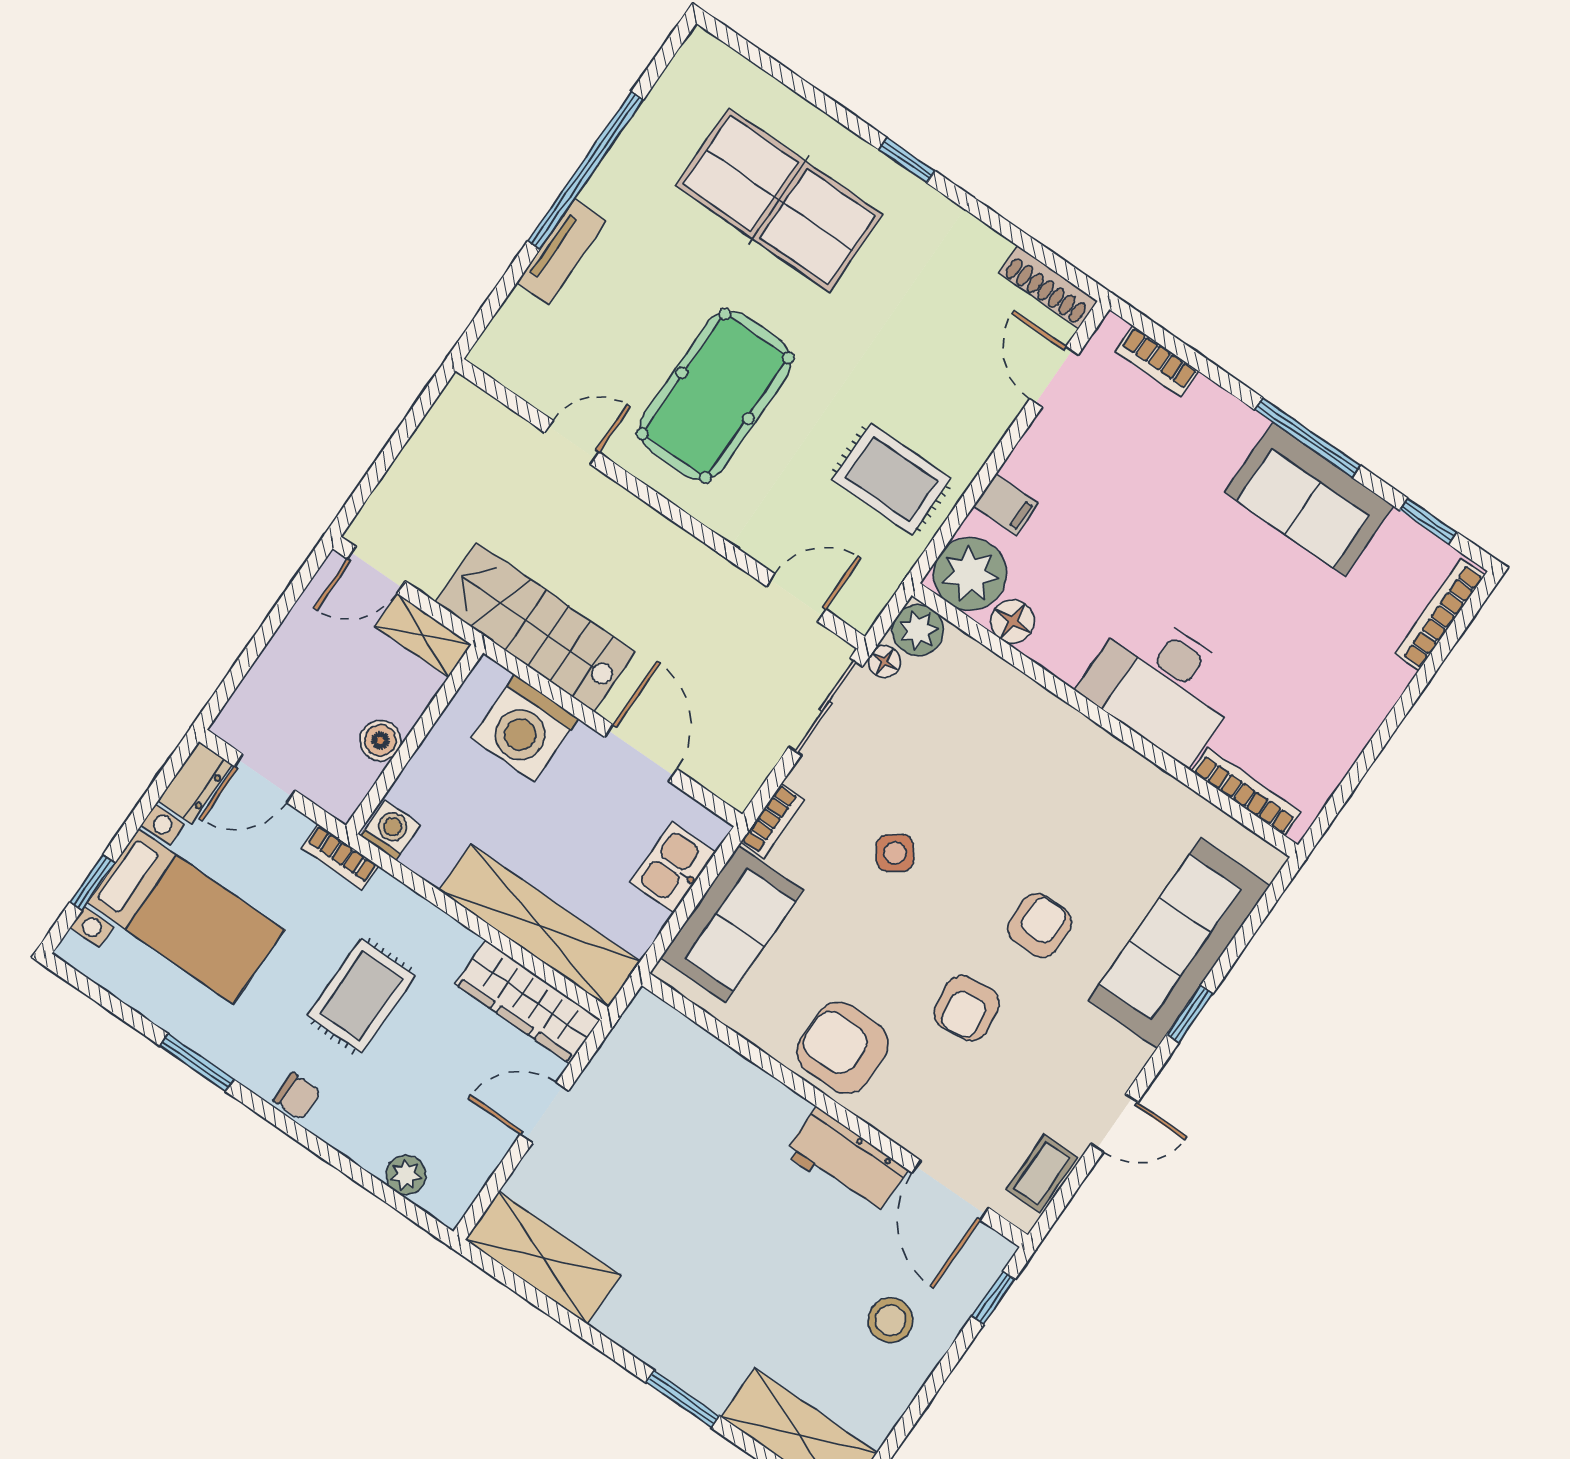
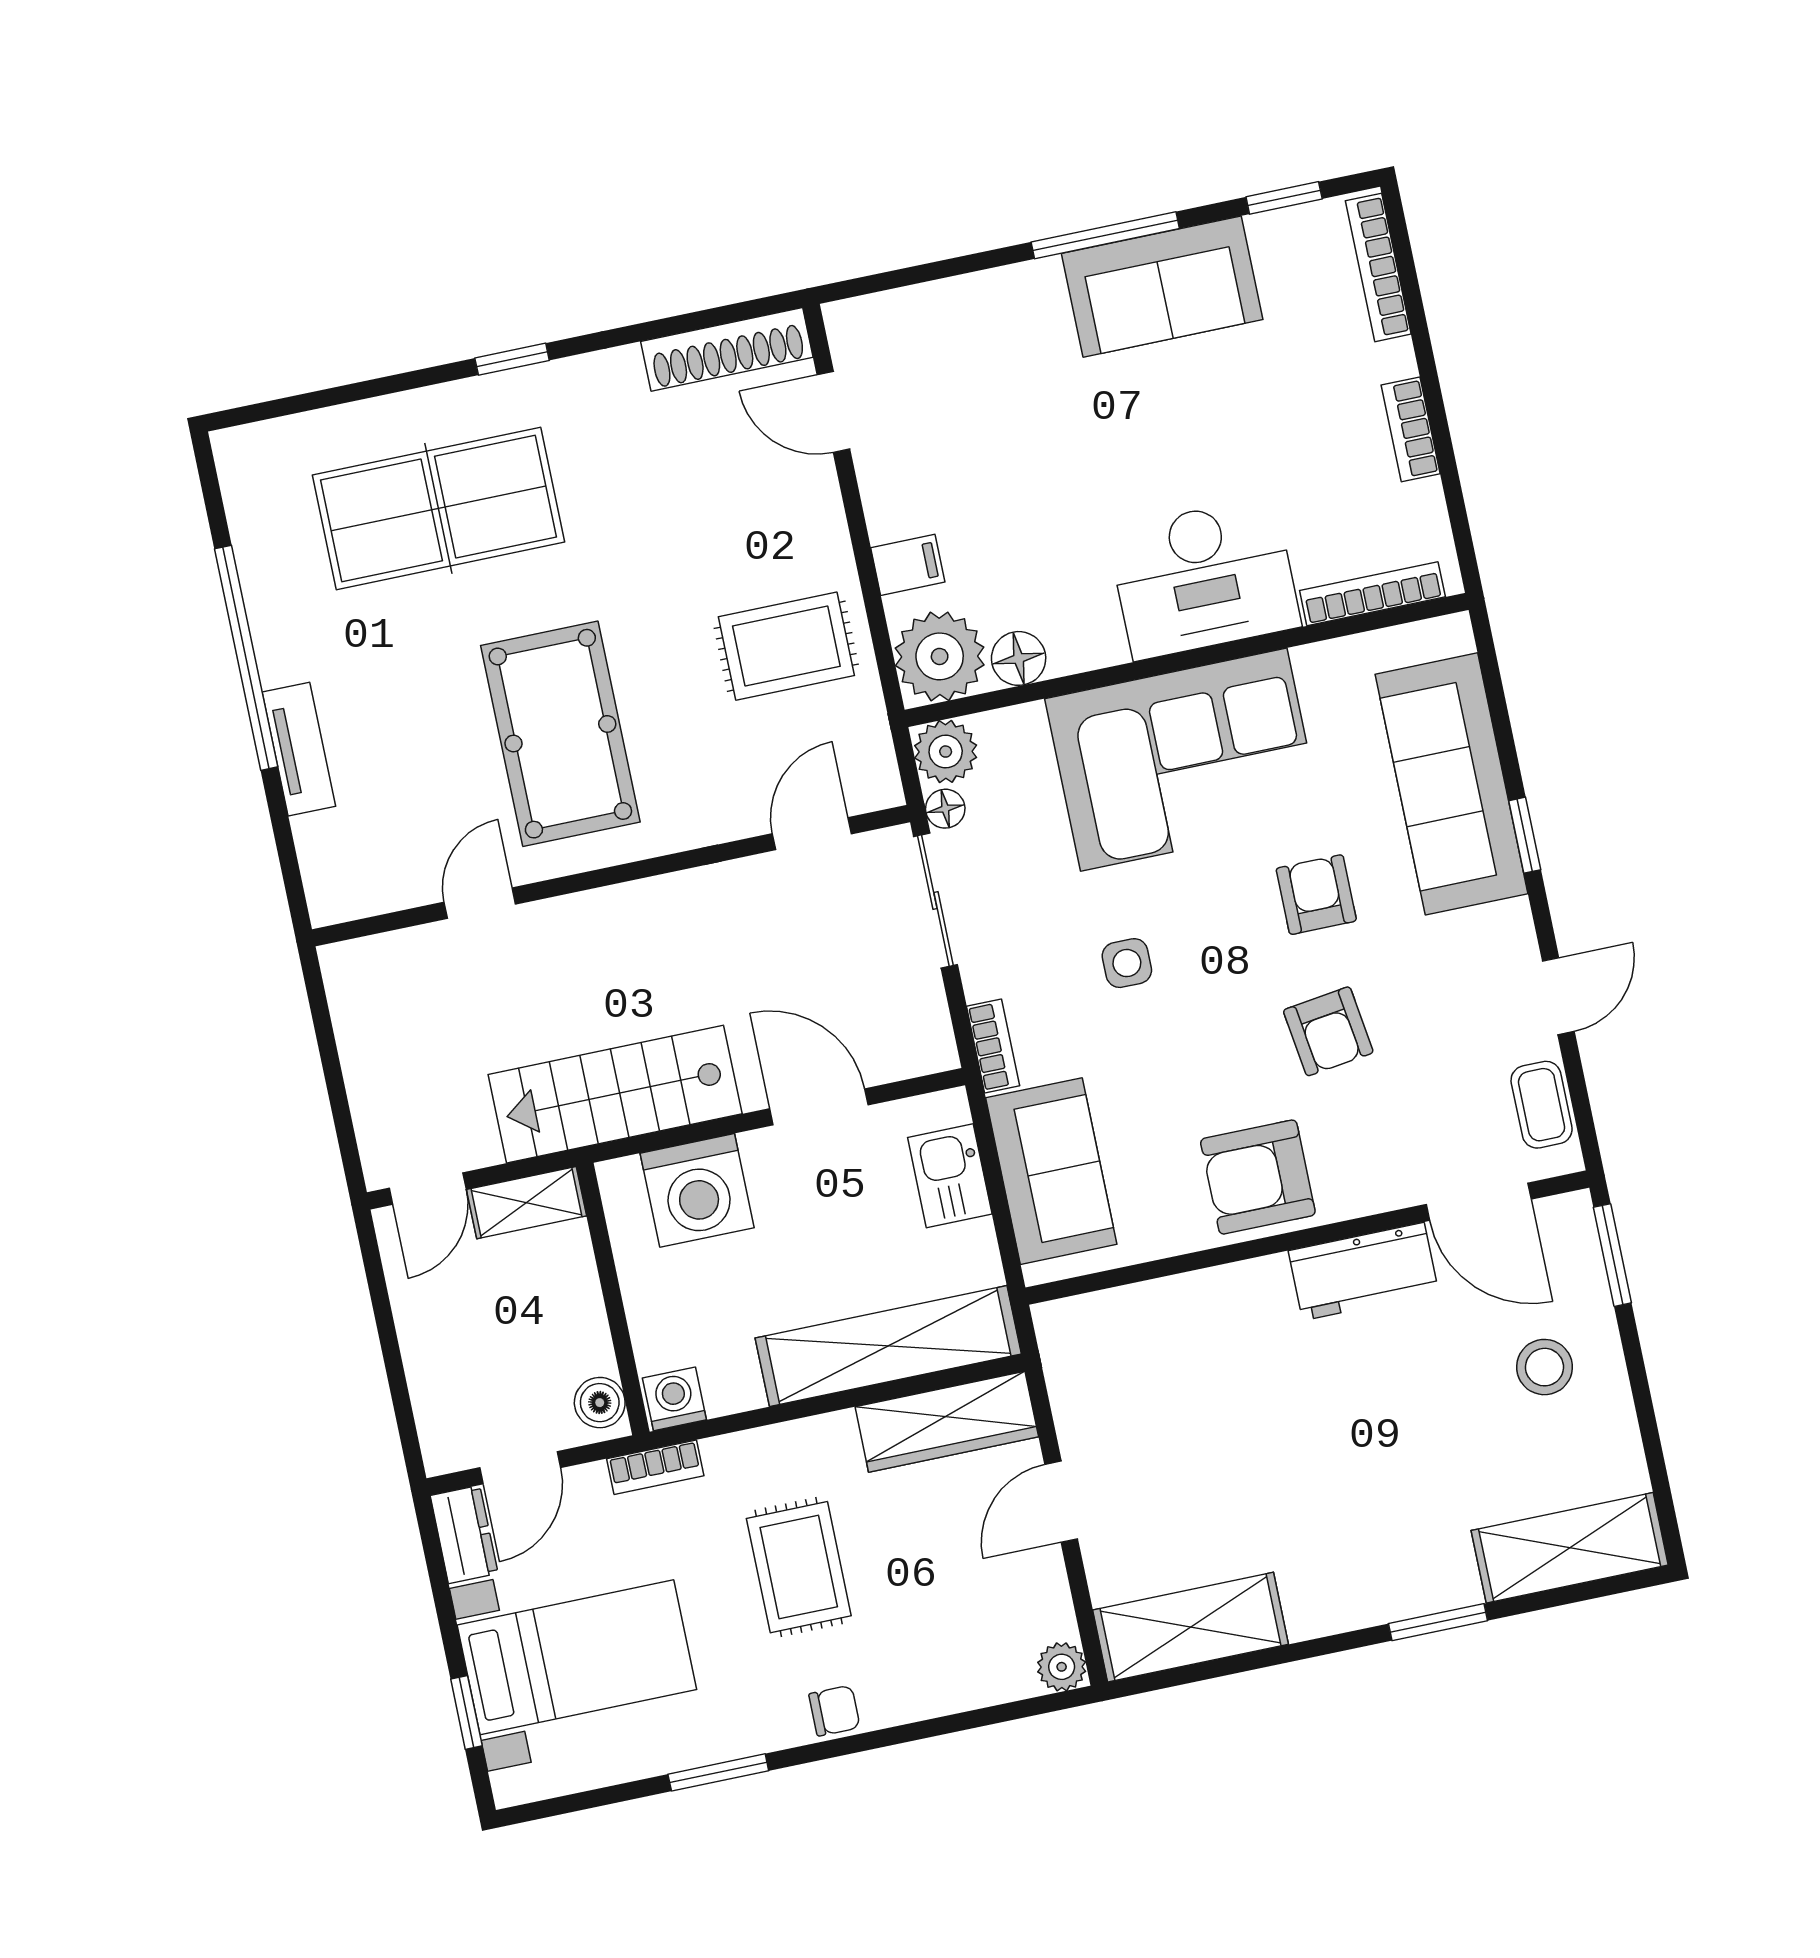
shoe rack: (1048, 287) -> (727, 349), width x1.36, depth x1.24
bookcase: (1157, 361) -> (1411, 429), moved, turned 90
boiler: (380, 740) -> (600, 1403), moved
corner sofa: (1045, 774) -> (1184, 760), added
side table: (895, 853) -> (1127, 963), turned 36
plant: (406, 1175) -> (1062, 1667), moved
window: (993, 1298) -> (1612, 1255), width x1.50

